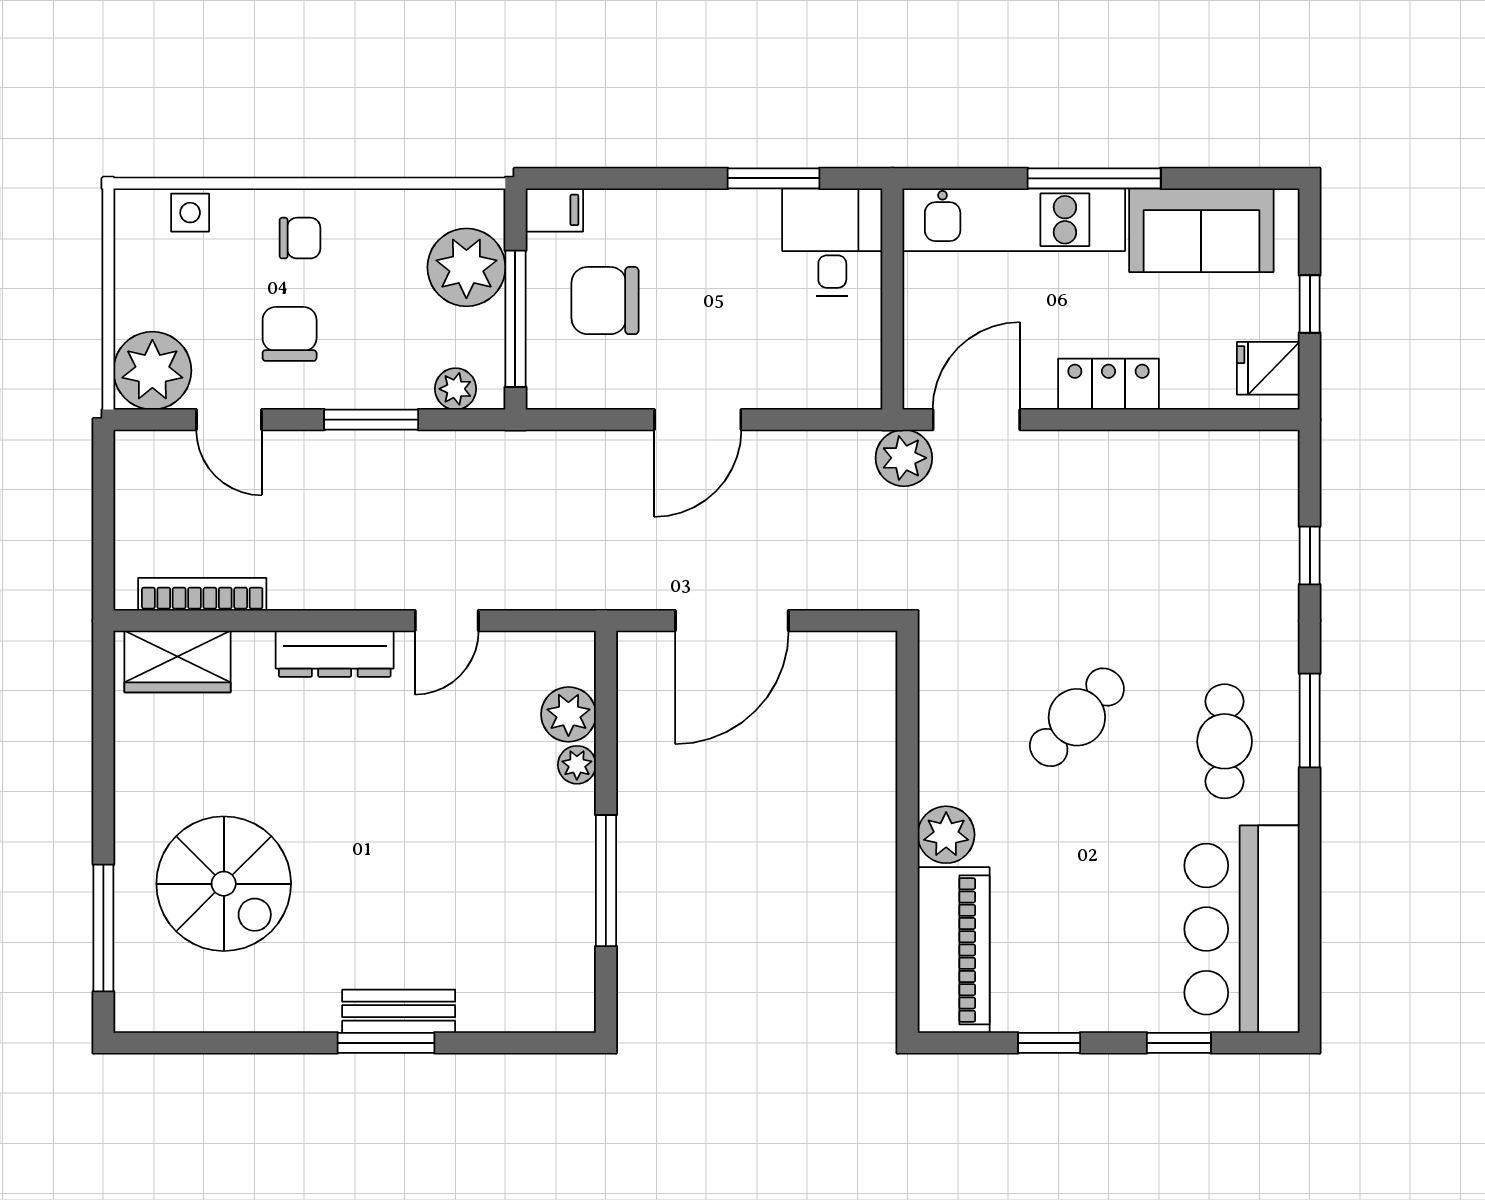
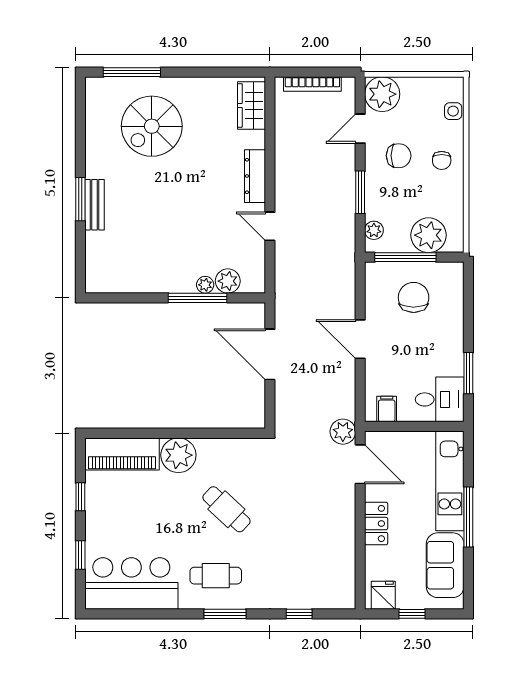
filing cabinet: (554, 210) -> (387, 409), moved, turned 180
bookcase: (202, 594) -> (312, 84), moved, turned 90
plant: (946, 835) -> (178, 455), width x1.36, depth x1.36
window: (606, 881) -> (198, 298), moved

